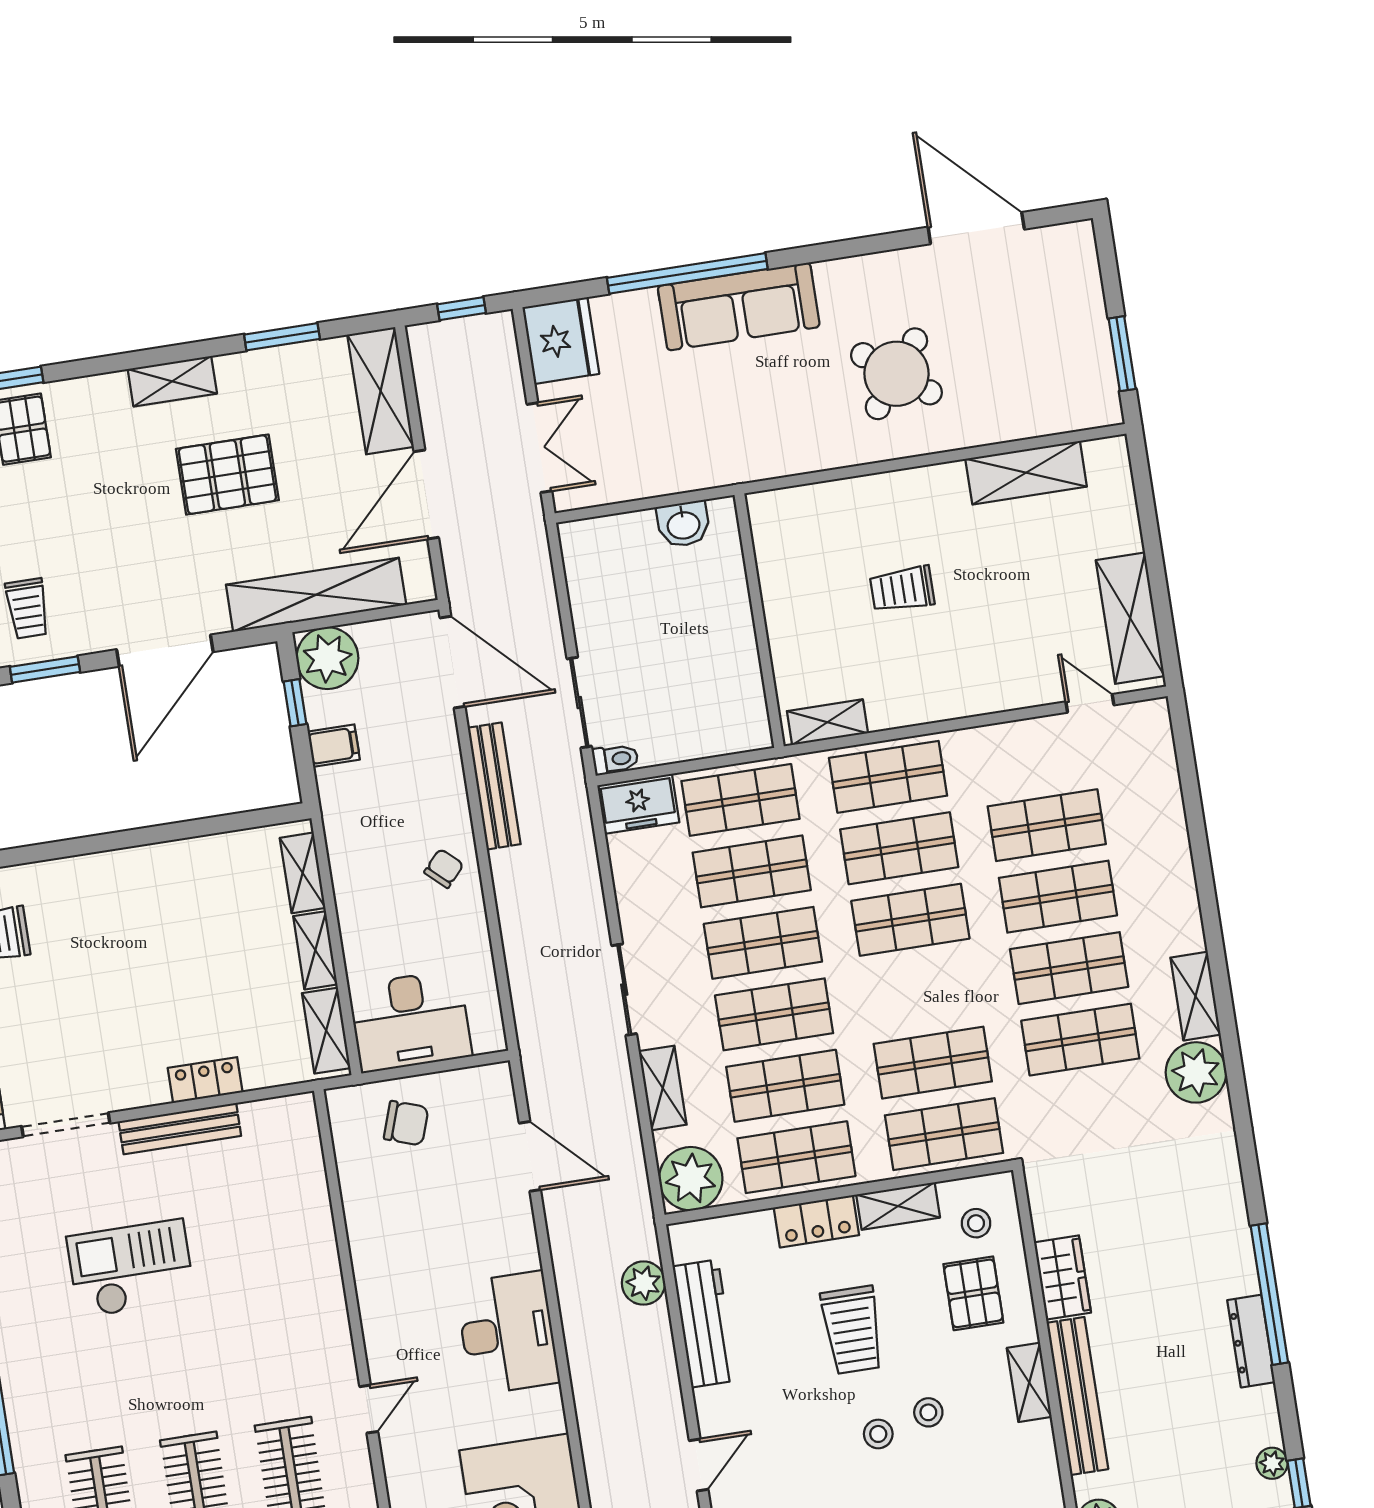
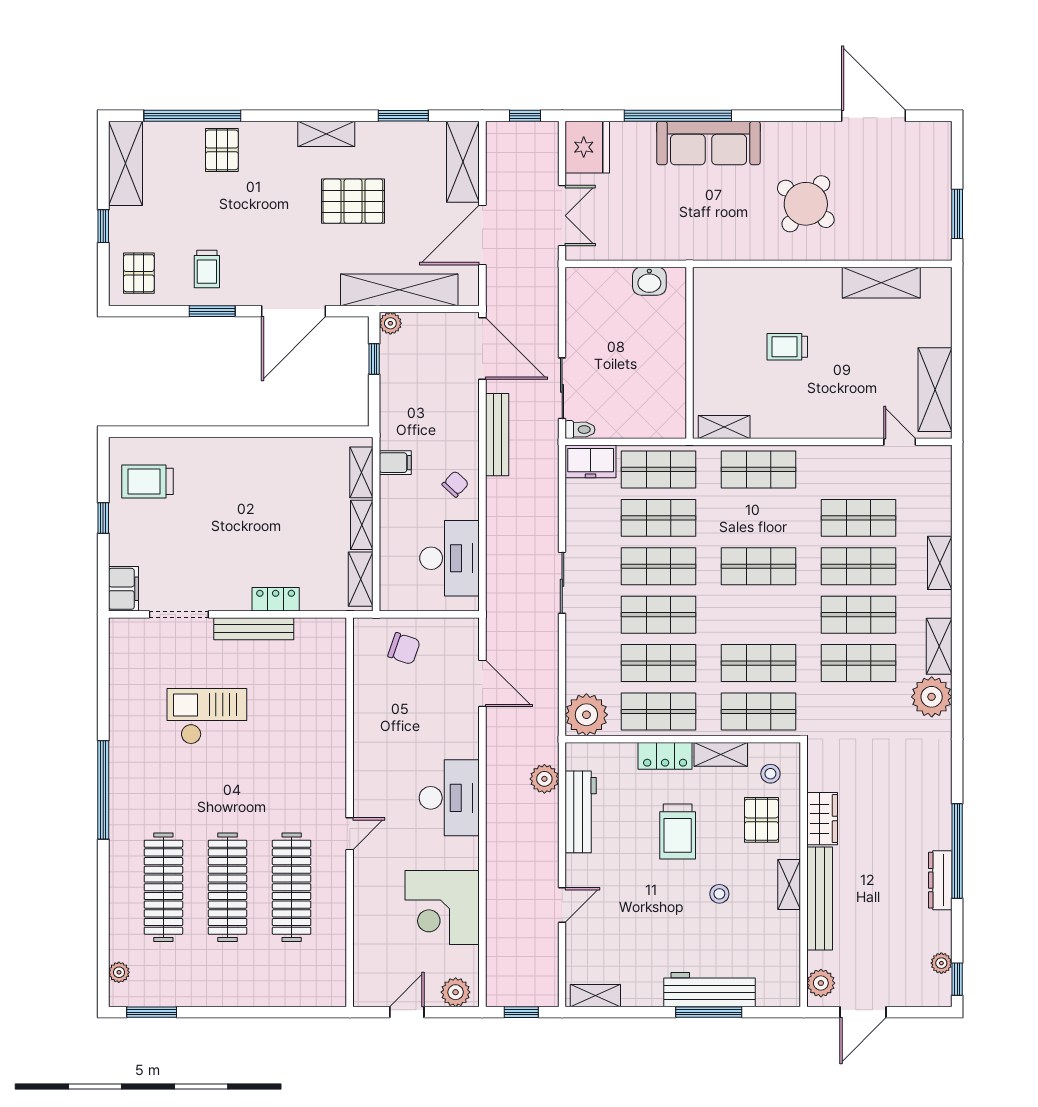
plant: (327, 658) -> (390, 323), width x0.53, depth x0.53
filing cabinet: (334, 746) -> (395, 463), moved
shop shelf: (899, 848) -> (759, 518), removed
desk: (410, 1021) -> (449, 558), moved, turned -90
shelving: (663, 1088) -> (940, 563), moved
stool: (878, 1434) -> (684, 903), removed

